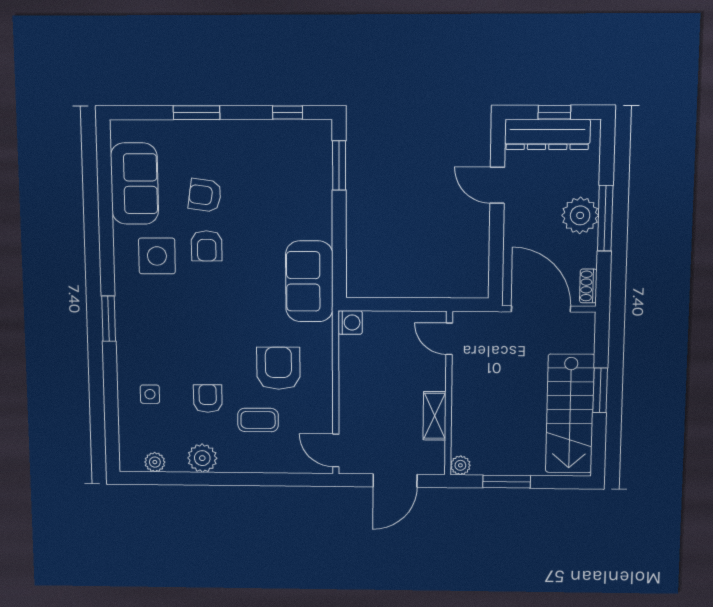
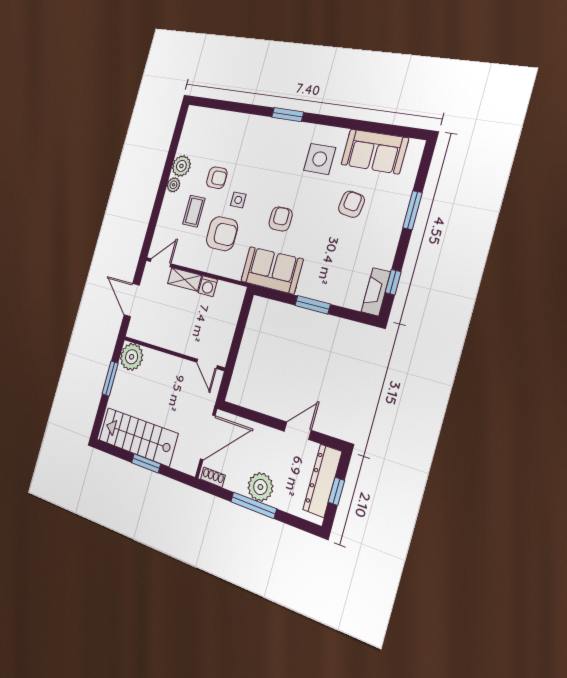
fireplace: (304, 131) -> (376, 292), added
window: (339, 166) -> (313, 305), moved
armchair: (207, 246) -> (281, 219), moved, turned 90
washing machine: (350, 322) -> (208, 286), moved
door: (449, 339) -> (207, 364), swing flipped
side table: (150, 394) -> (238, 200), moved
shelving: (435, 416) -> (185, 279), moved
plant: (155, 462) -> (173, 185), moved
plant: (460, 465) -> (132, 357), width x1.88, depth x1.88

